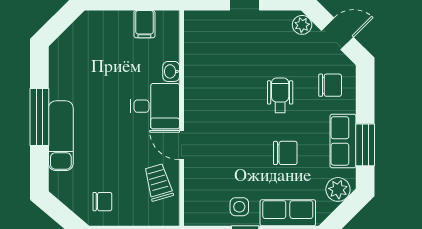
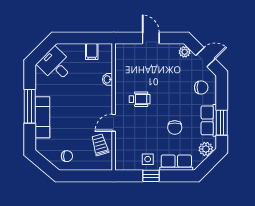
wheelchair: (280, 95) -> (140, 99), moved, turned 90
desk: (155, 106) -> (55, 65), moved, turned -135
door: (182, 145) -> (114, 123), hinge flipped
chair: (285, 153) -> (175, 127), turned 90

